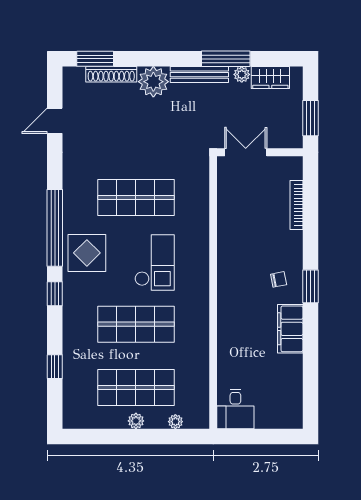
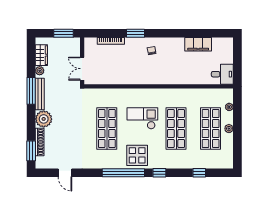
window: (226, 59) -> (31, 91), moved
window: (310, 286) -> (136, 33), moved
filing cabinet: (290, 329) -> (198, 44), moved

